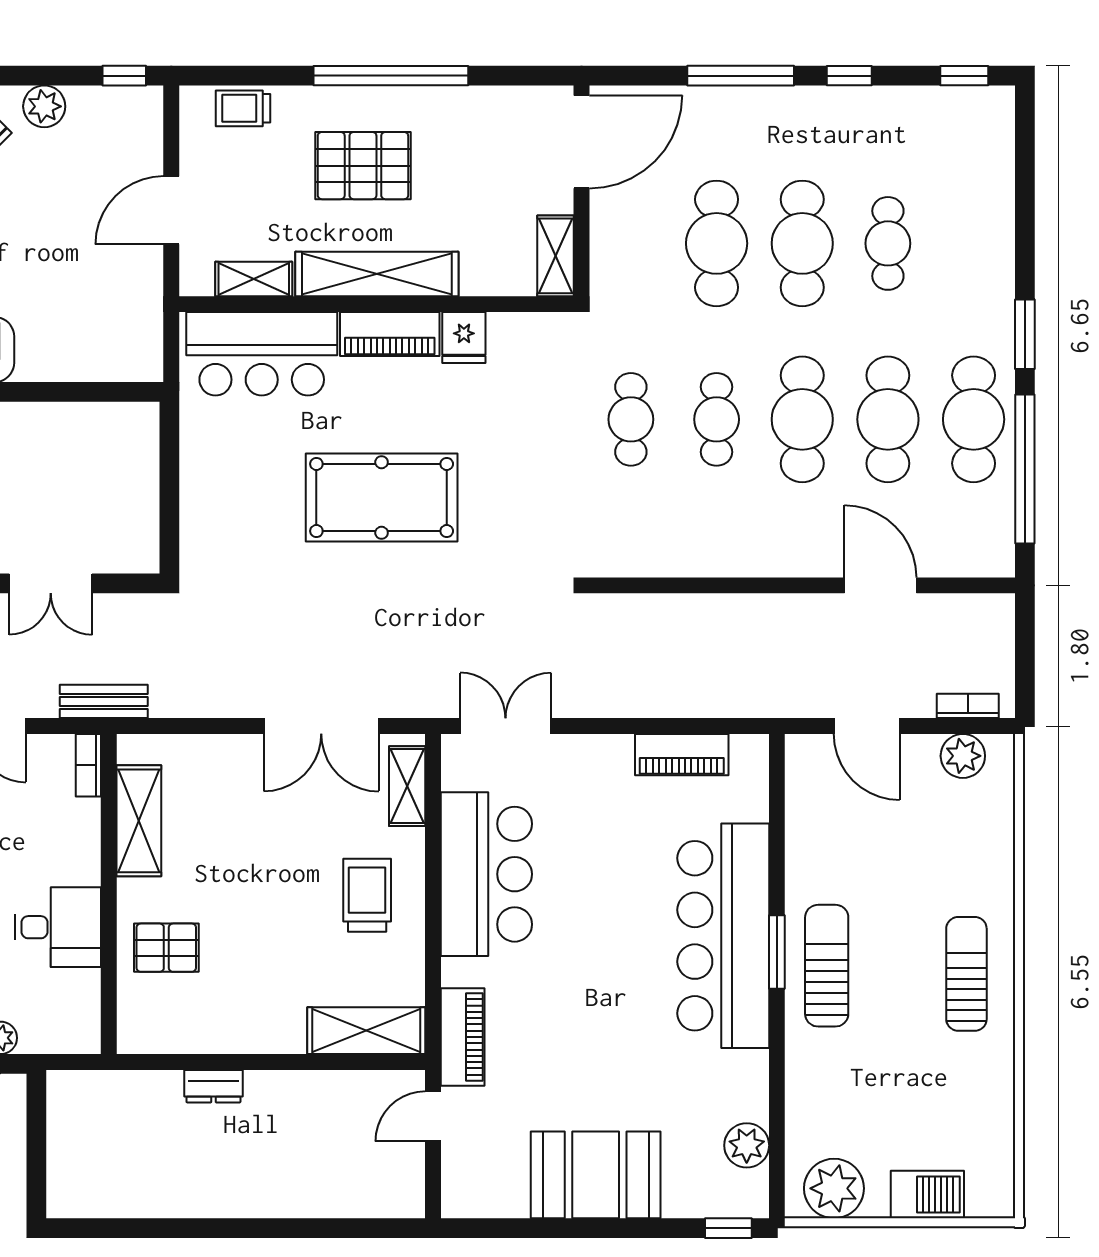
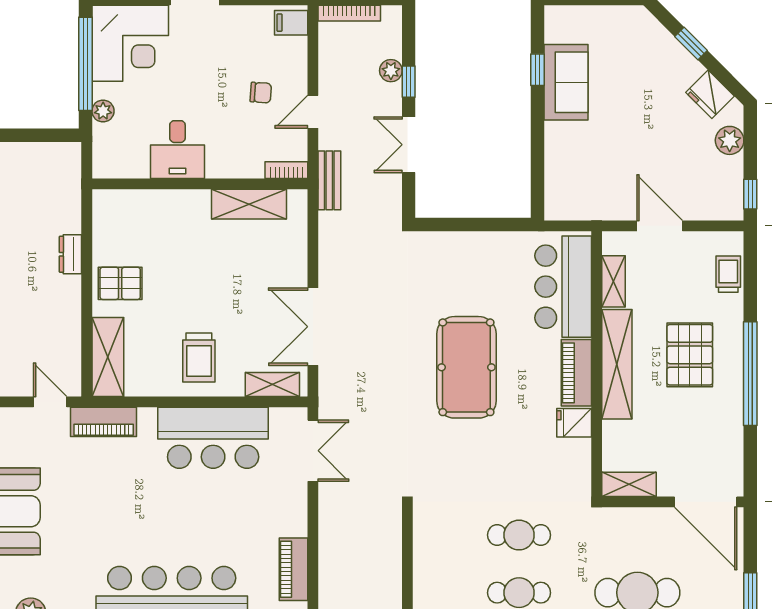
trolley: (367, 895) -> (199, 358), turned 90
pallet: (166, 948) -> (120, 283), moved, turned 90

